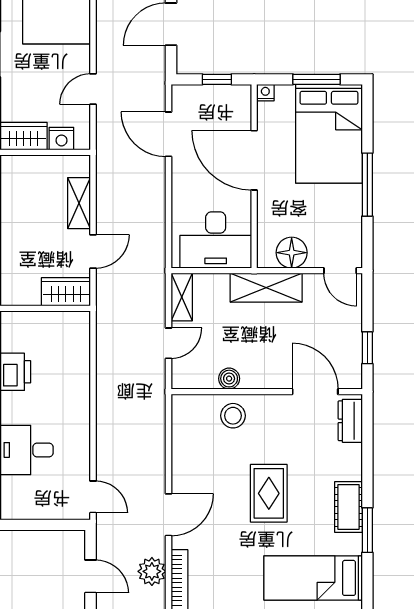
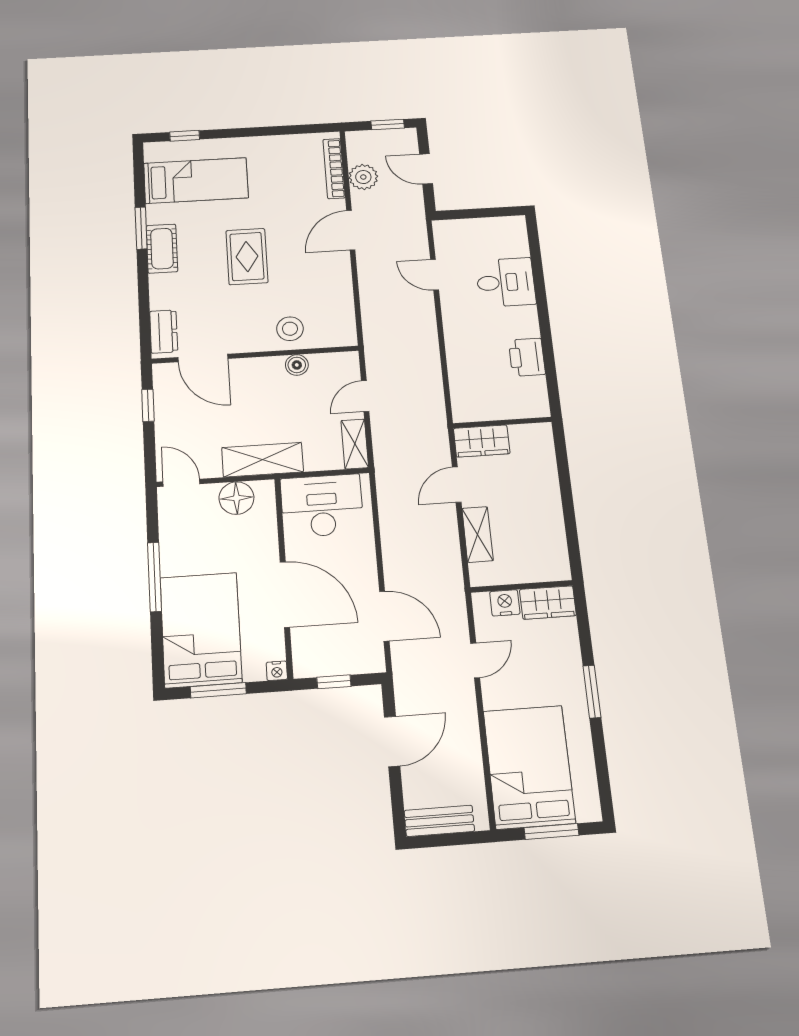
door: (93, 497) -> (435, 275), moved

